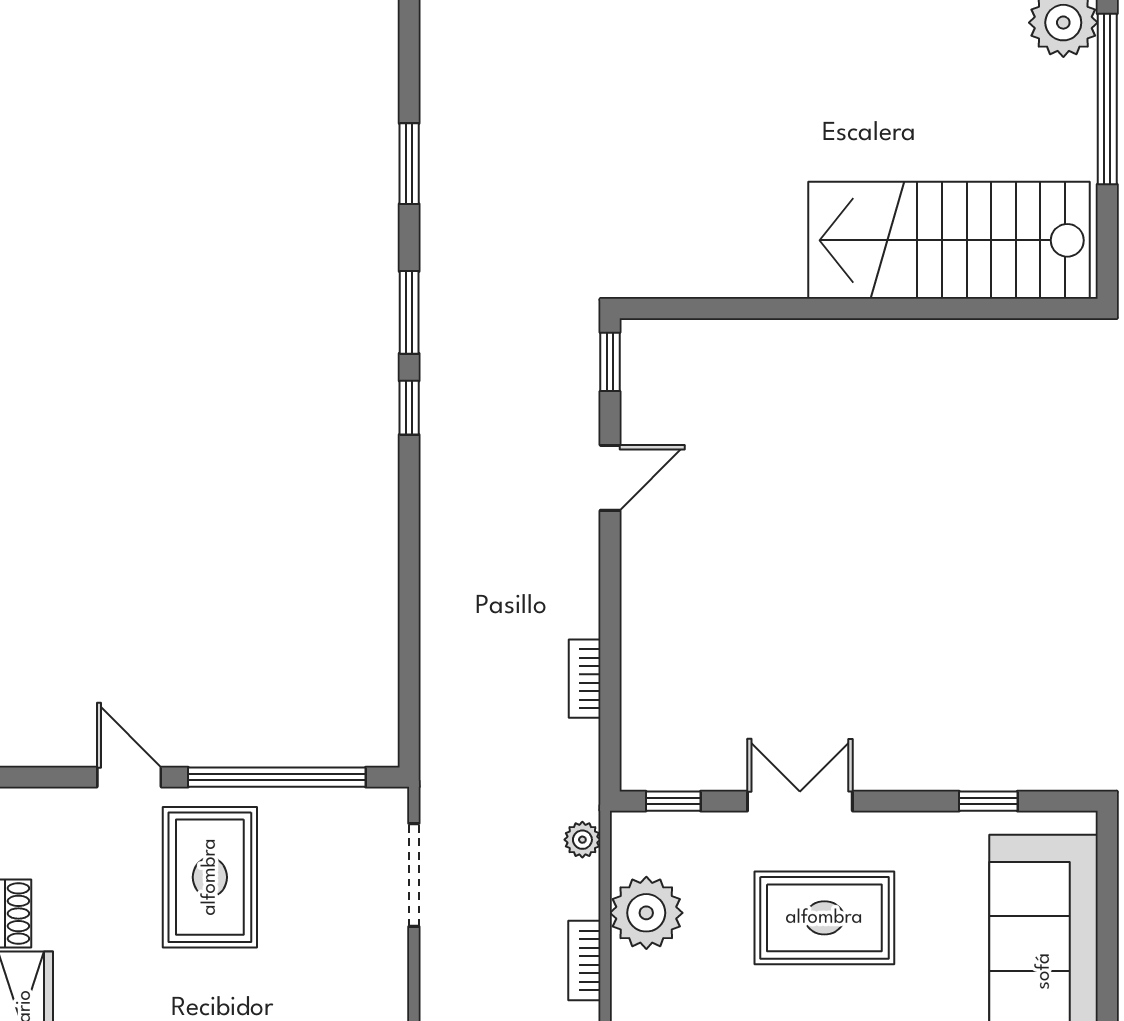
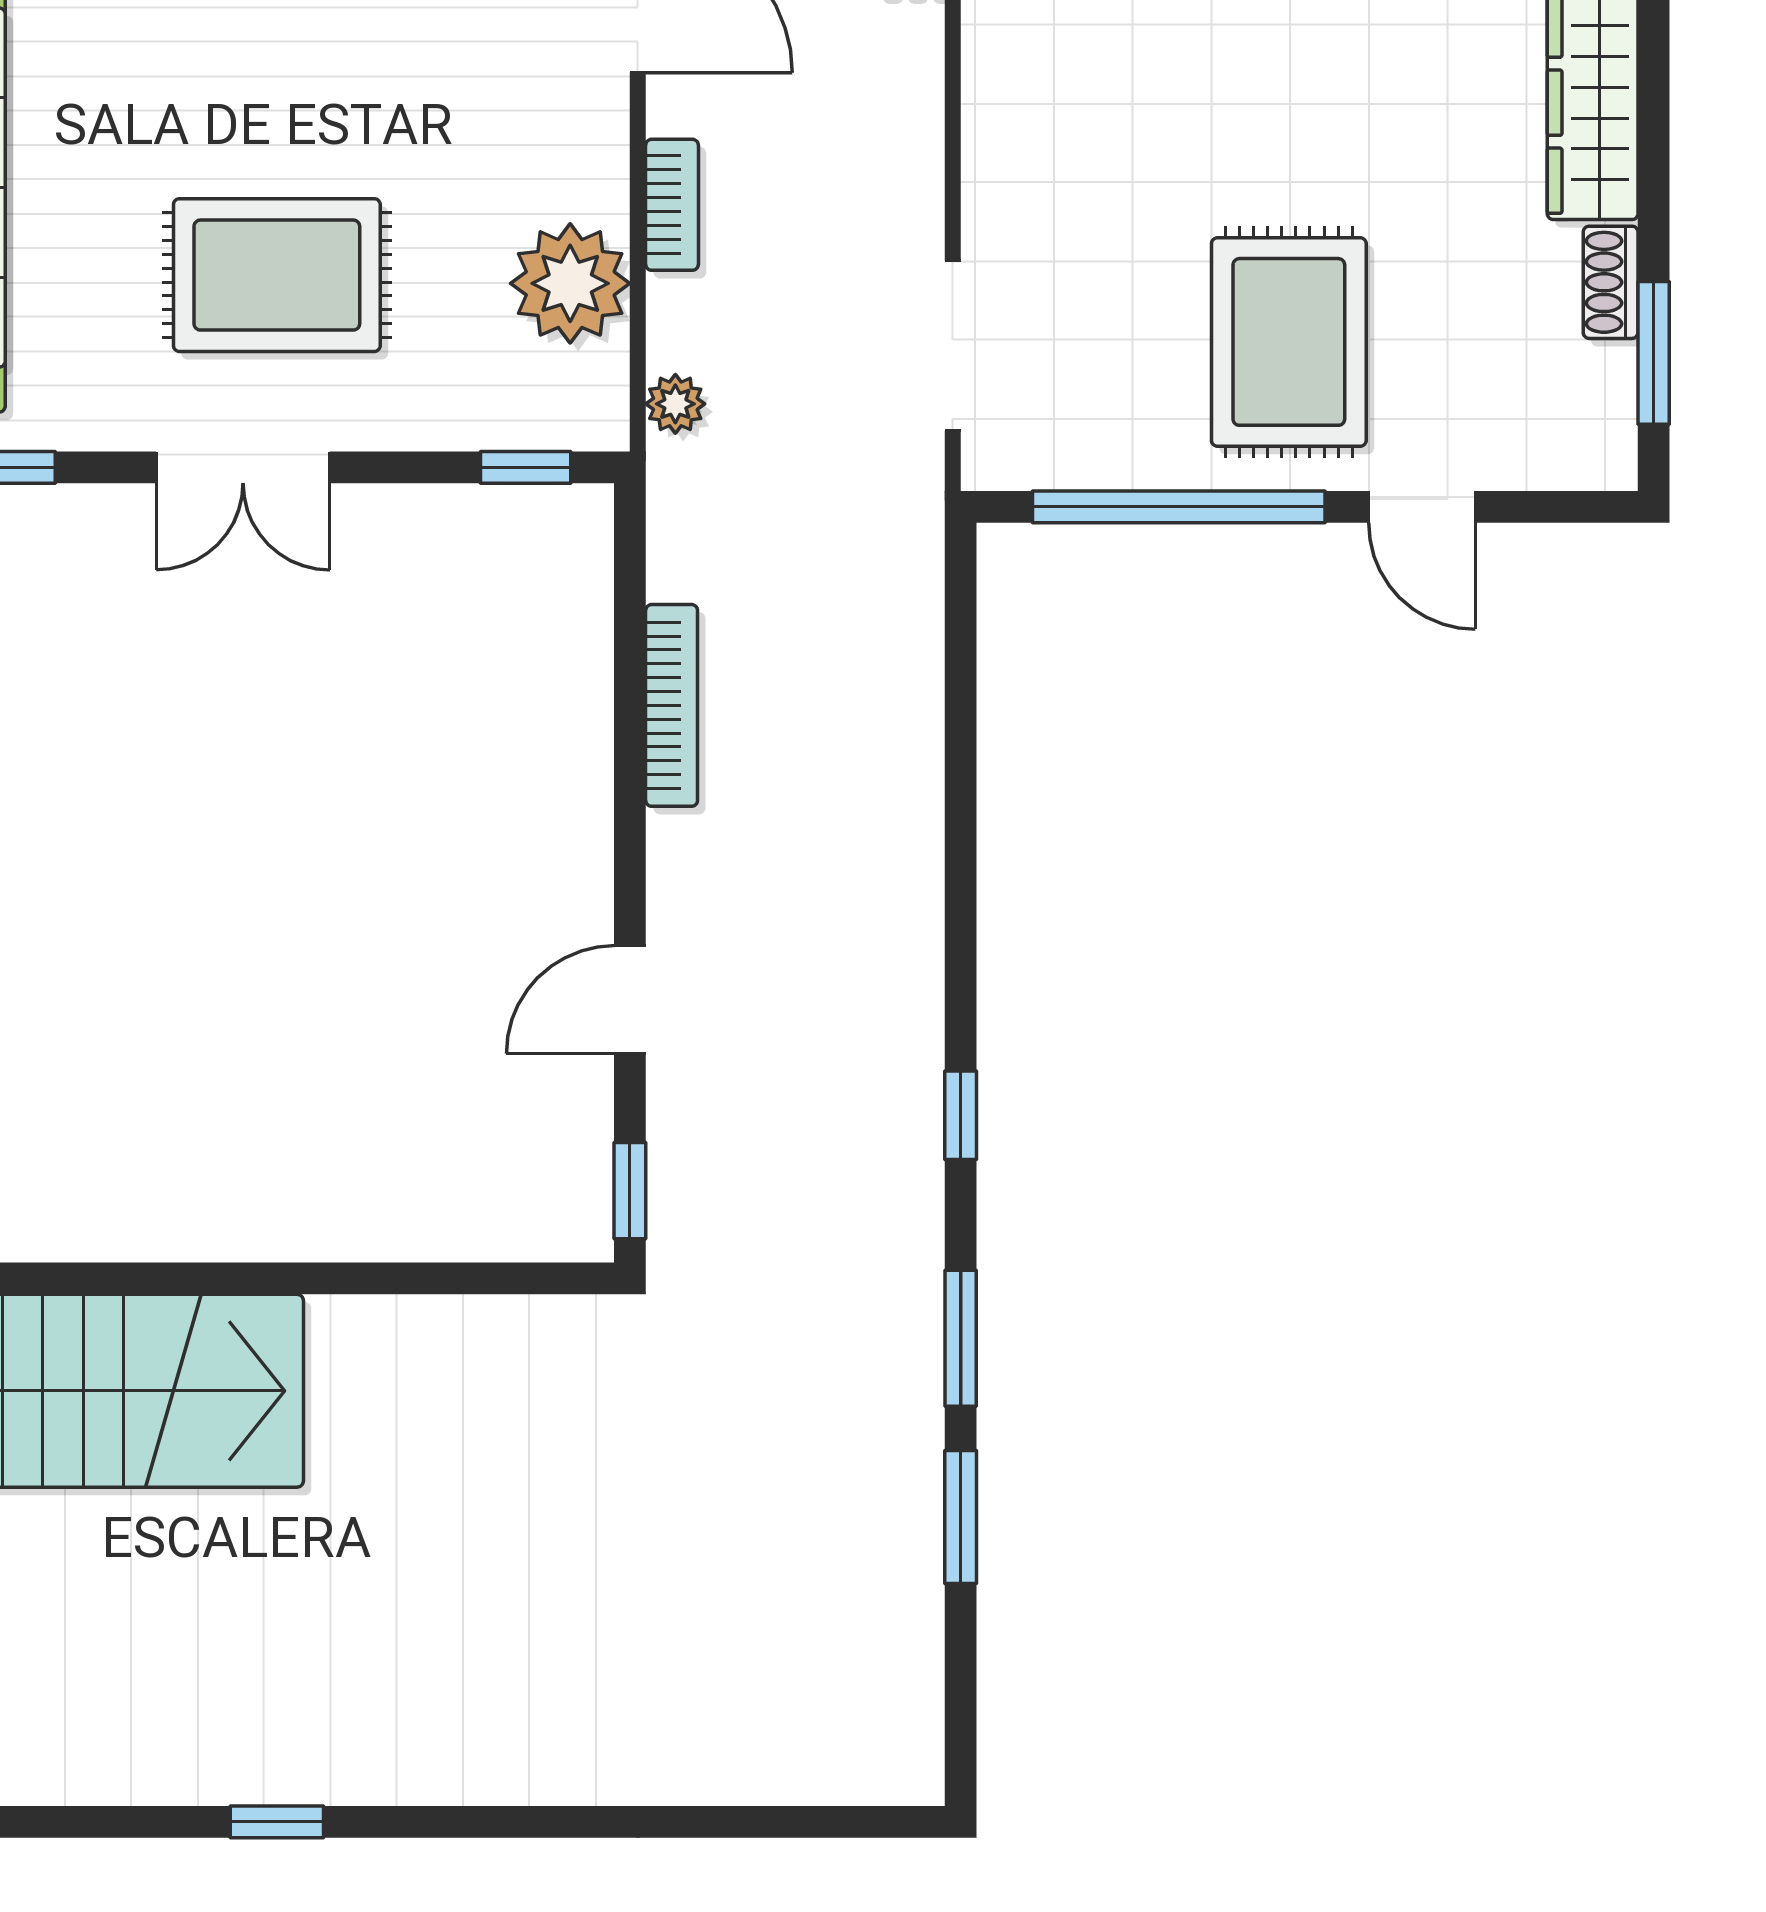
window: (409, 312) -> (961, 1338), moved
bookcase: (585, 679) -> (672, 705), width x1.56
double door: (800, 801) -> (243, 467), moved

